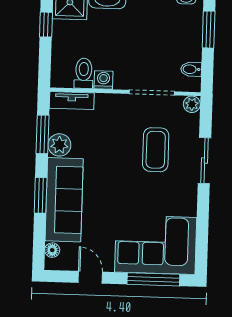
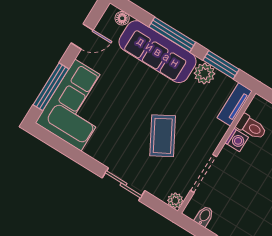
coffee table: (156, 150) -> (163, 136), moved, turned 61
window: (41, 195) -> (172, 35), width x1.44

